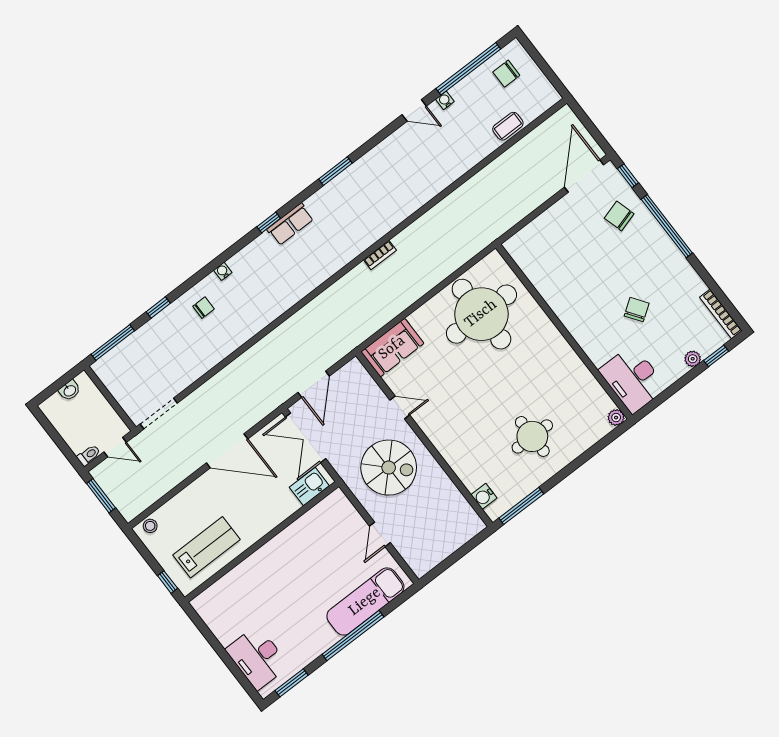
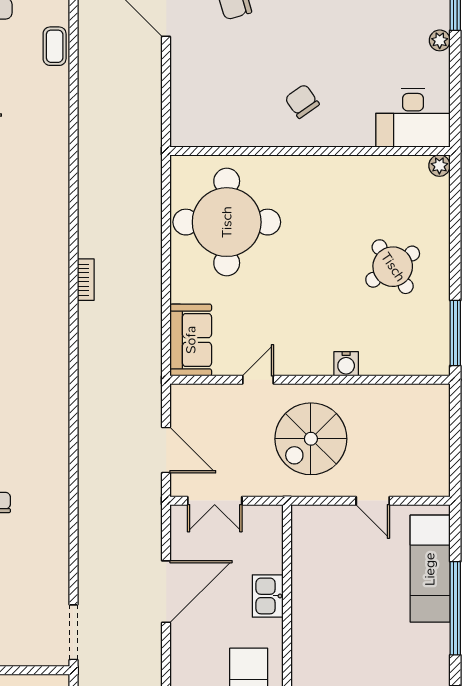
chair: (637, 310) -> (302, 101), moved
round table: (532, 436) -> (393, 267), turned -34
double door: (306, 438) -> (215, 501), width x0.73
spiral stairs: (389, 468) -> (311, 439), turned 180
kitchen sink: (309, 487) -> (268, 596), moved
water cooler: (484, 496) -> (346, 364), moved

